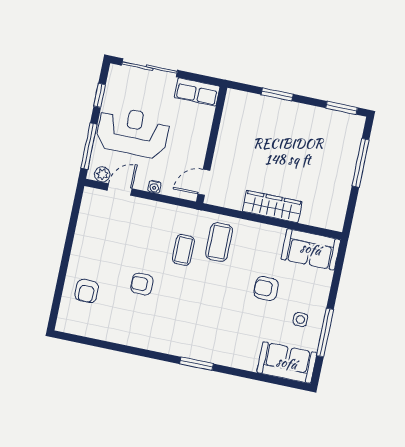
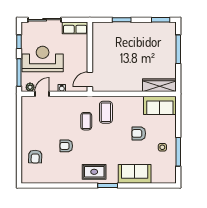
wardrobe: (272, 206) -> (159, 85), moved
rug: (179, 337) -> (94, 172), added
sofa: (287, 363) -> (135, 174), moved

